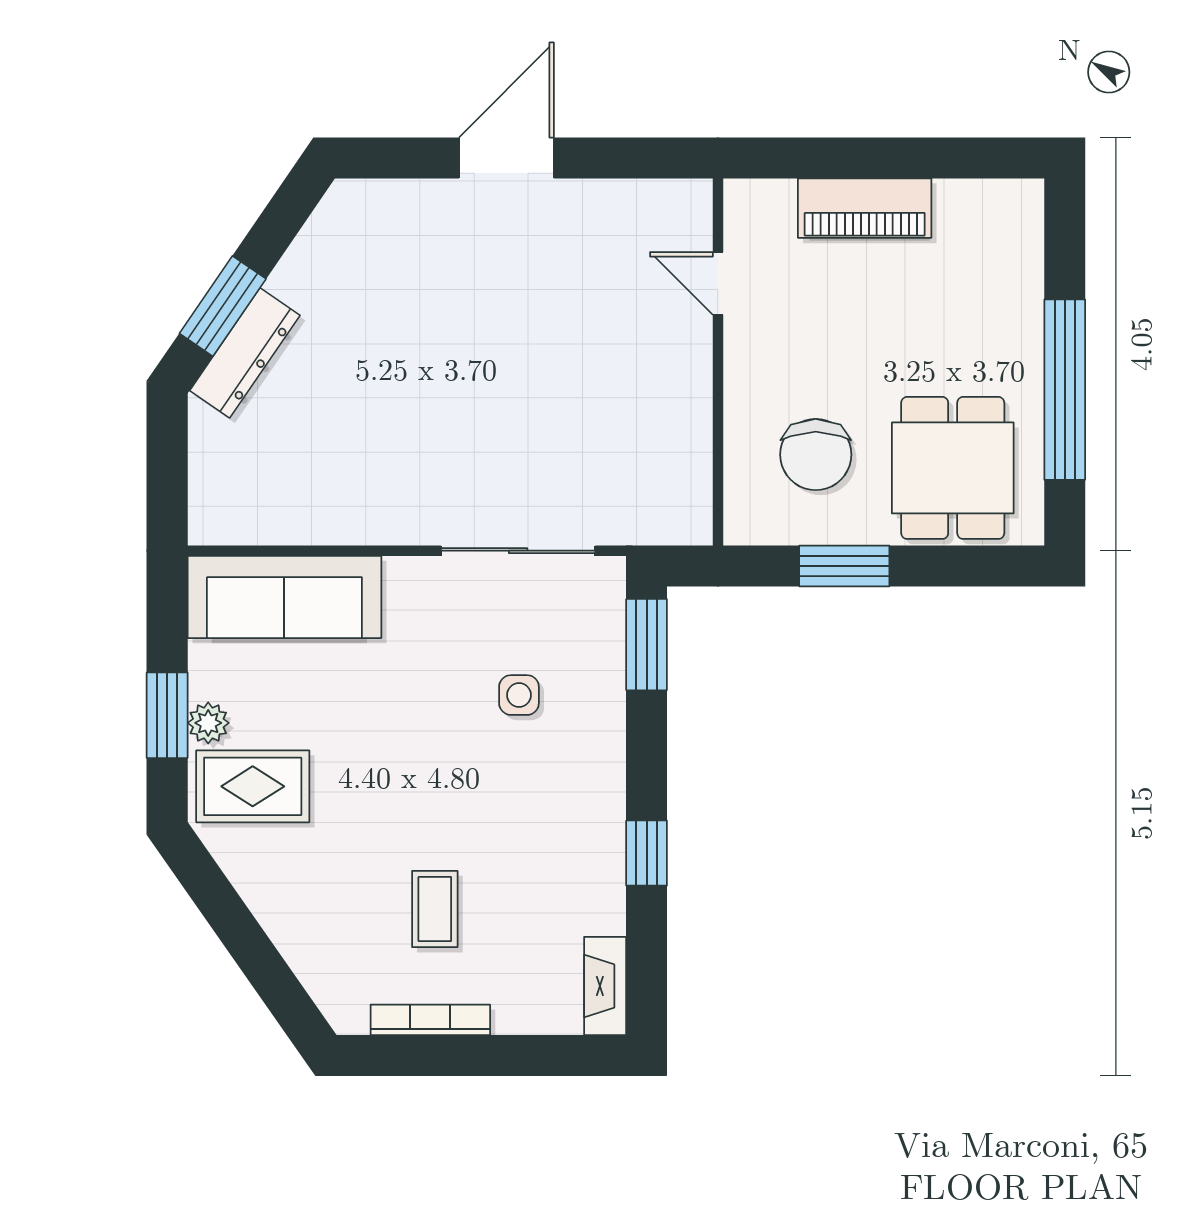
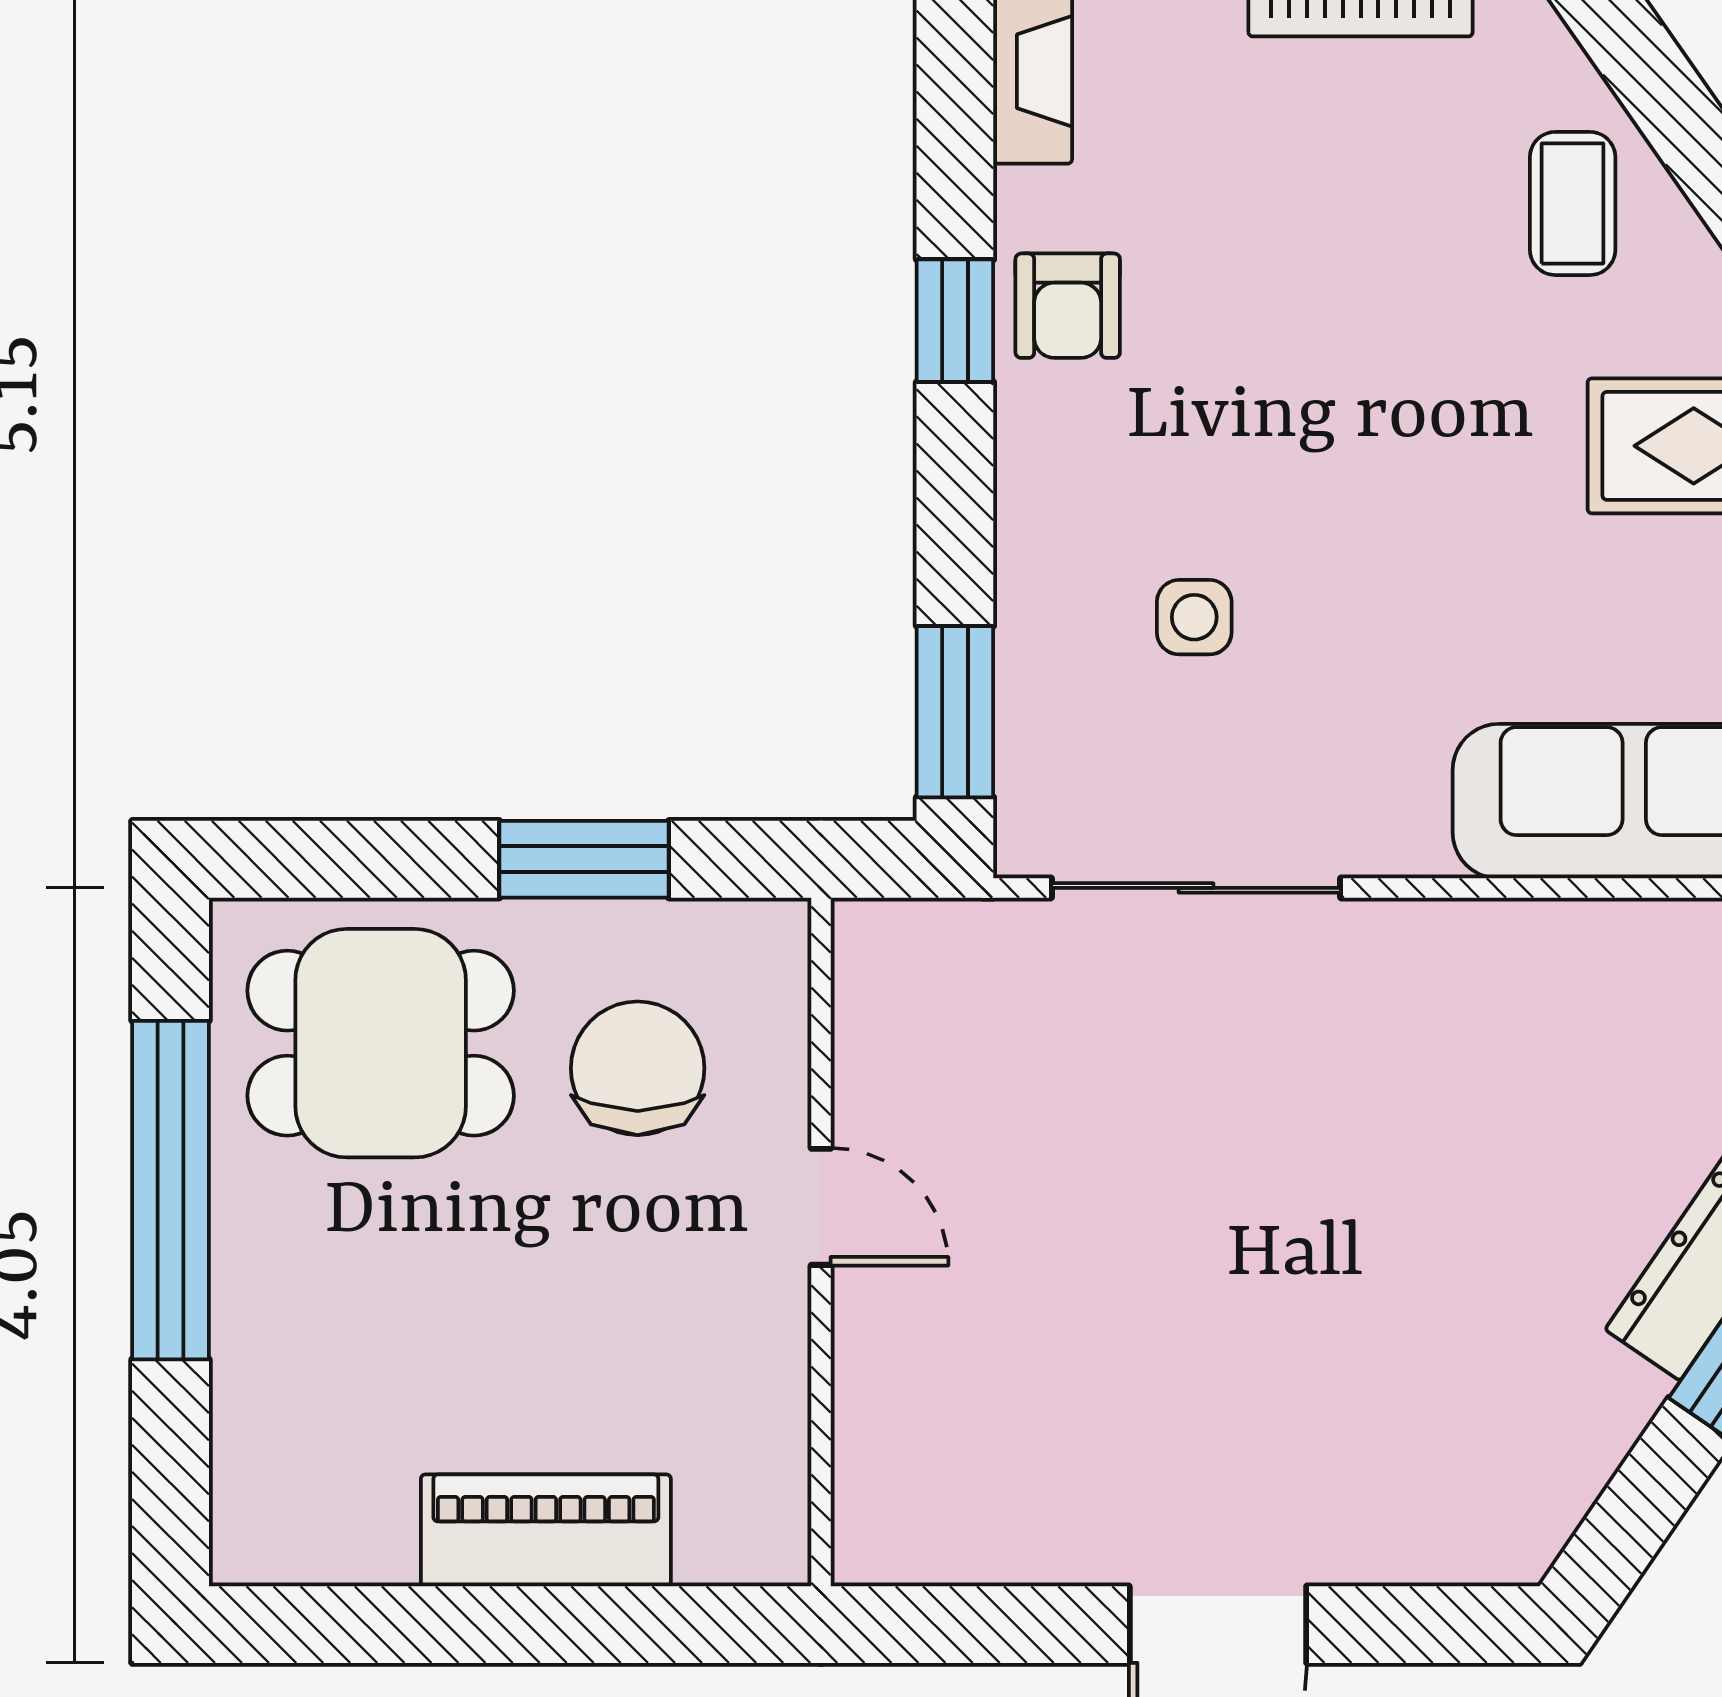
door: (718, 283) -> (821, 1207), moved
dining table: (953, 468) -> (381, 1043), turned 90
armchair: (586, 861) -> (1068, 306), added
coffee table: (435, 909) -> (1573, 203), moved

